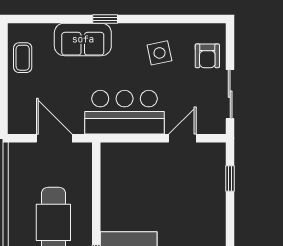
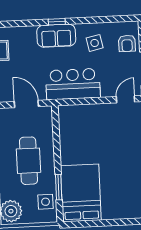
sofa: (83, 39) -> (56, 36), moved
door: (182, 138) -> (125, 99), moved

